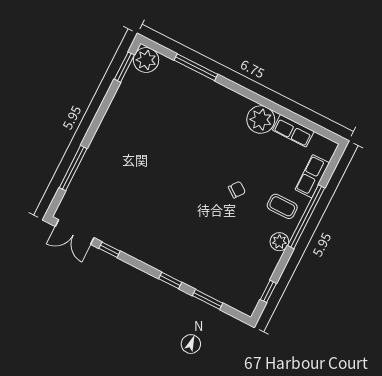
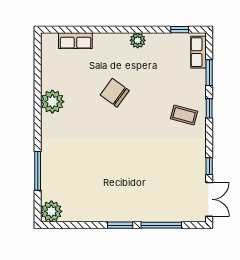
window: (124, 67) -> (120, 225), moved
row of seats: (293, 131) -> (198, 52), moved, turned 180
chair: (237, 190) -> (115, 93), width x1.87, depth x1.87
coffee table: (282, 206) -> (184, 115), moved, turned -75
window: (306, 217) -> (109, 30), removed

